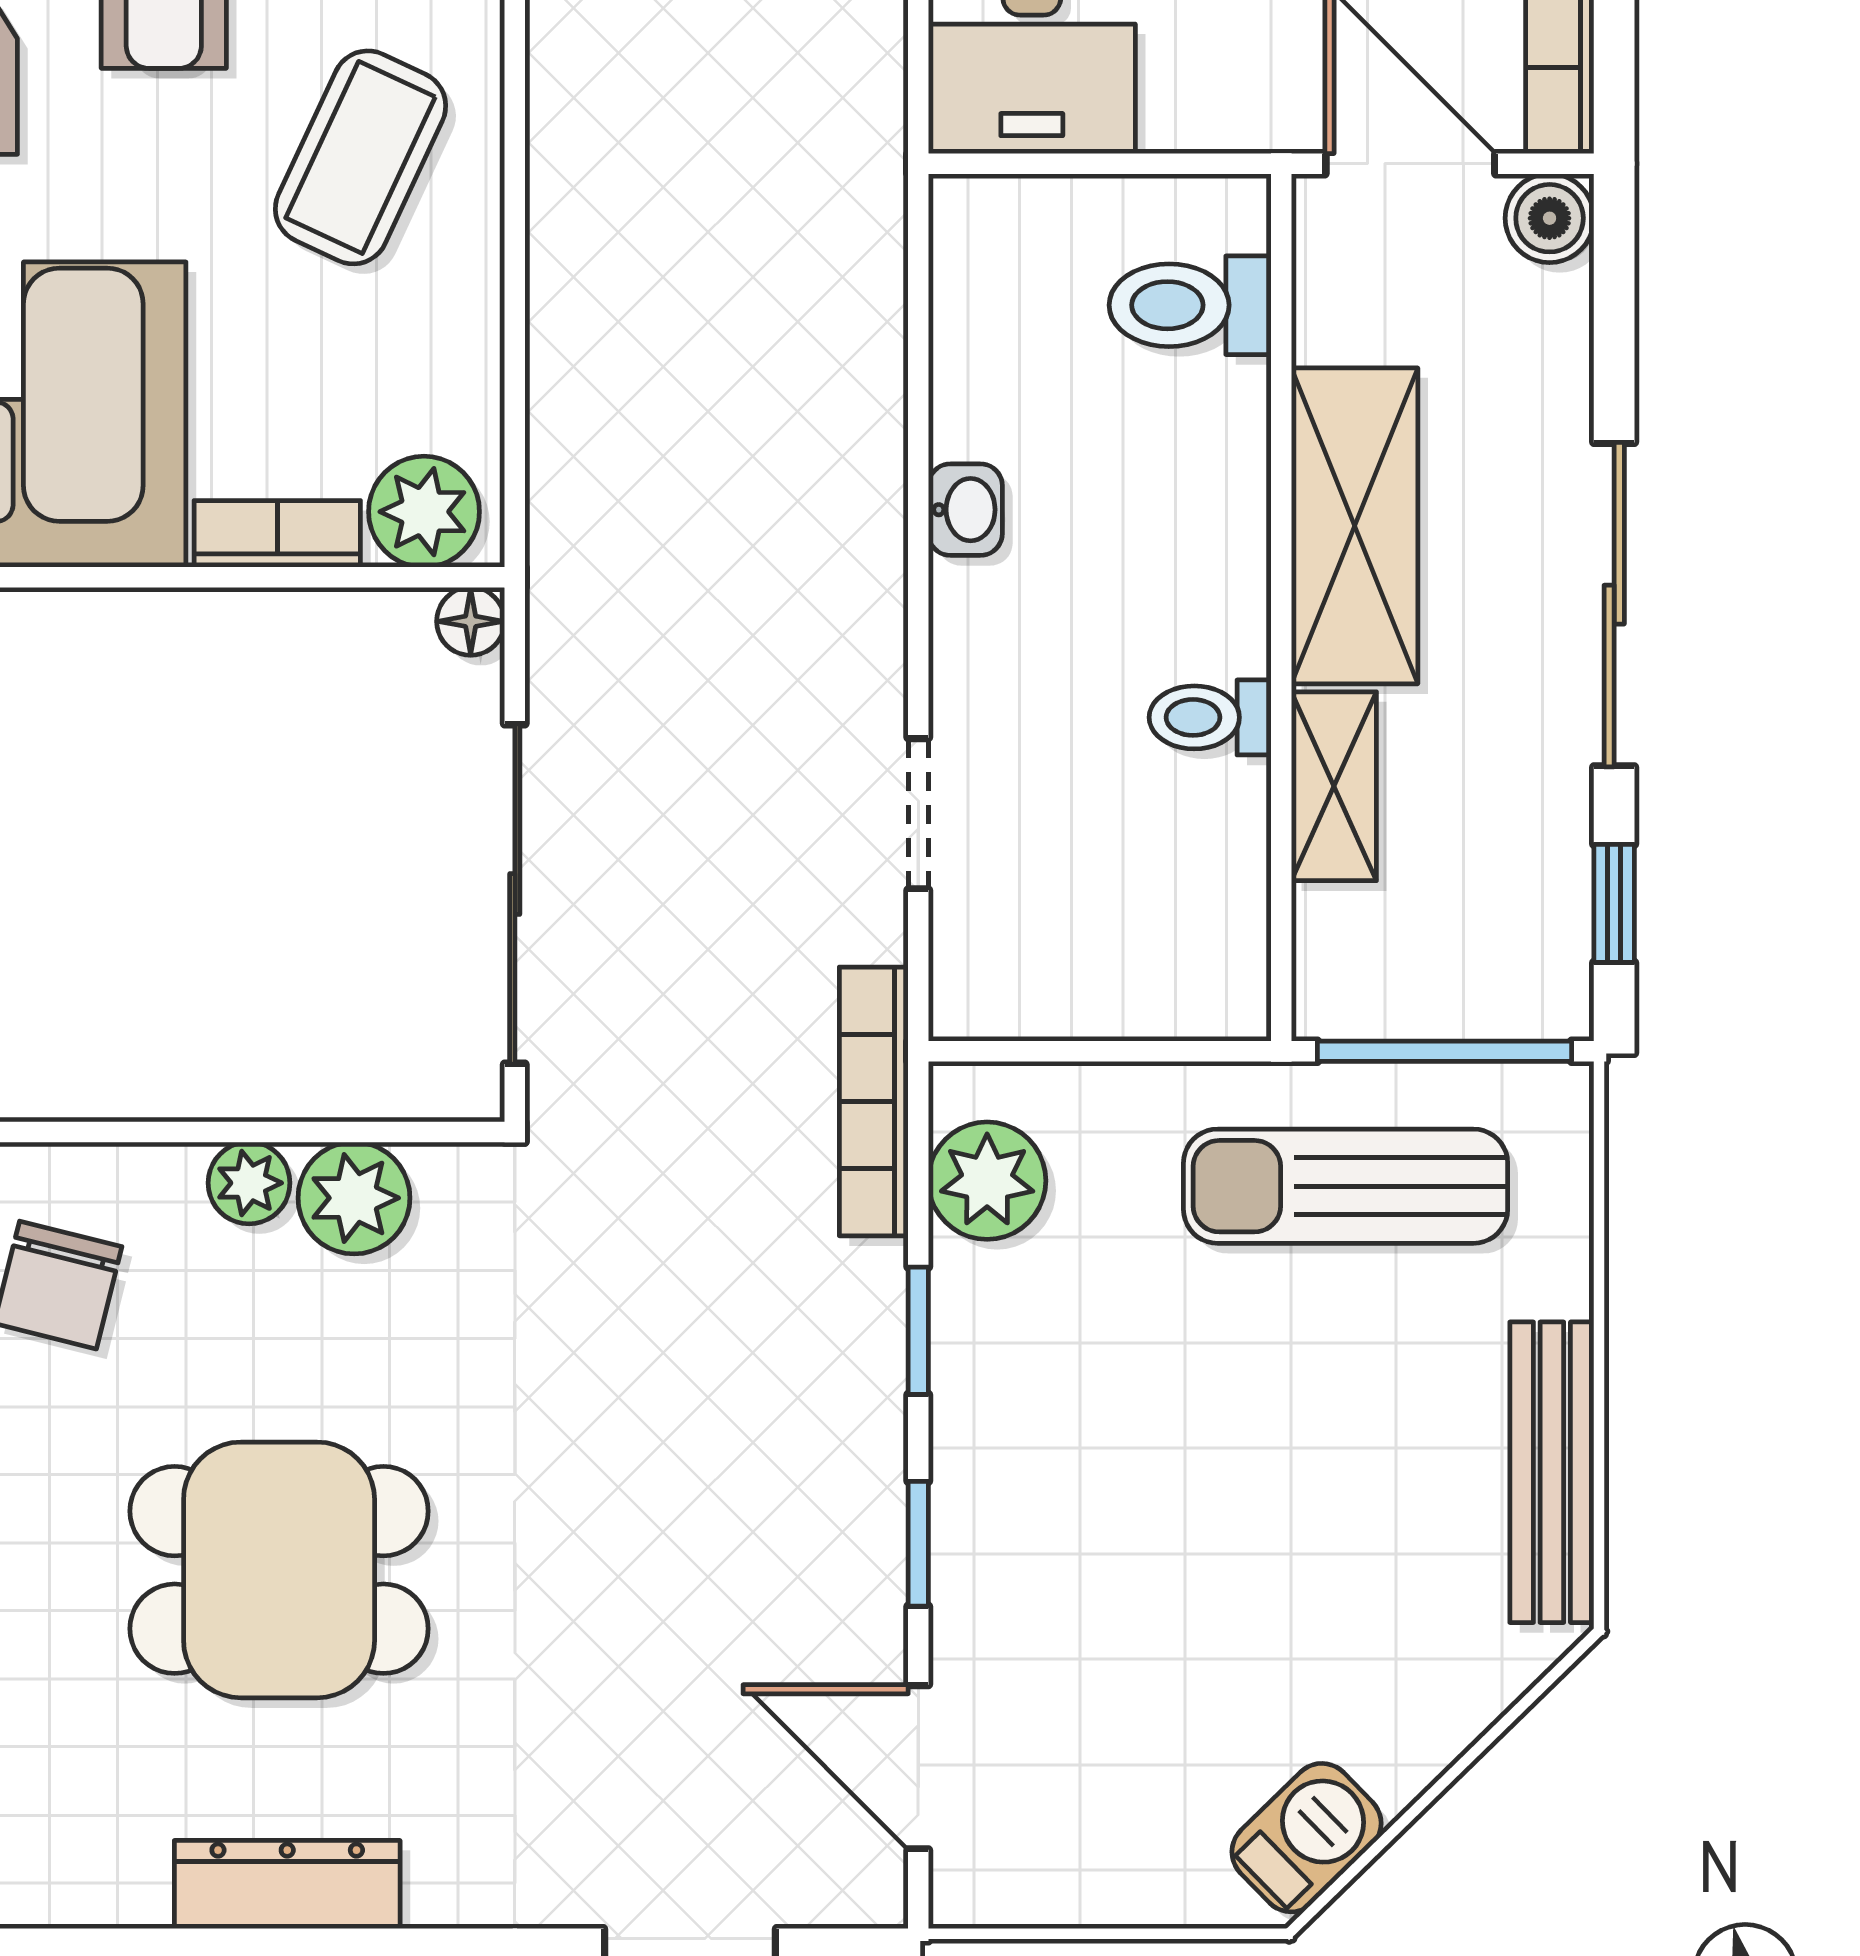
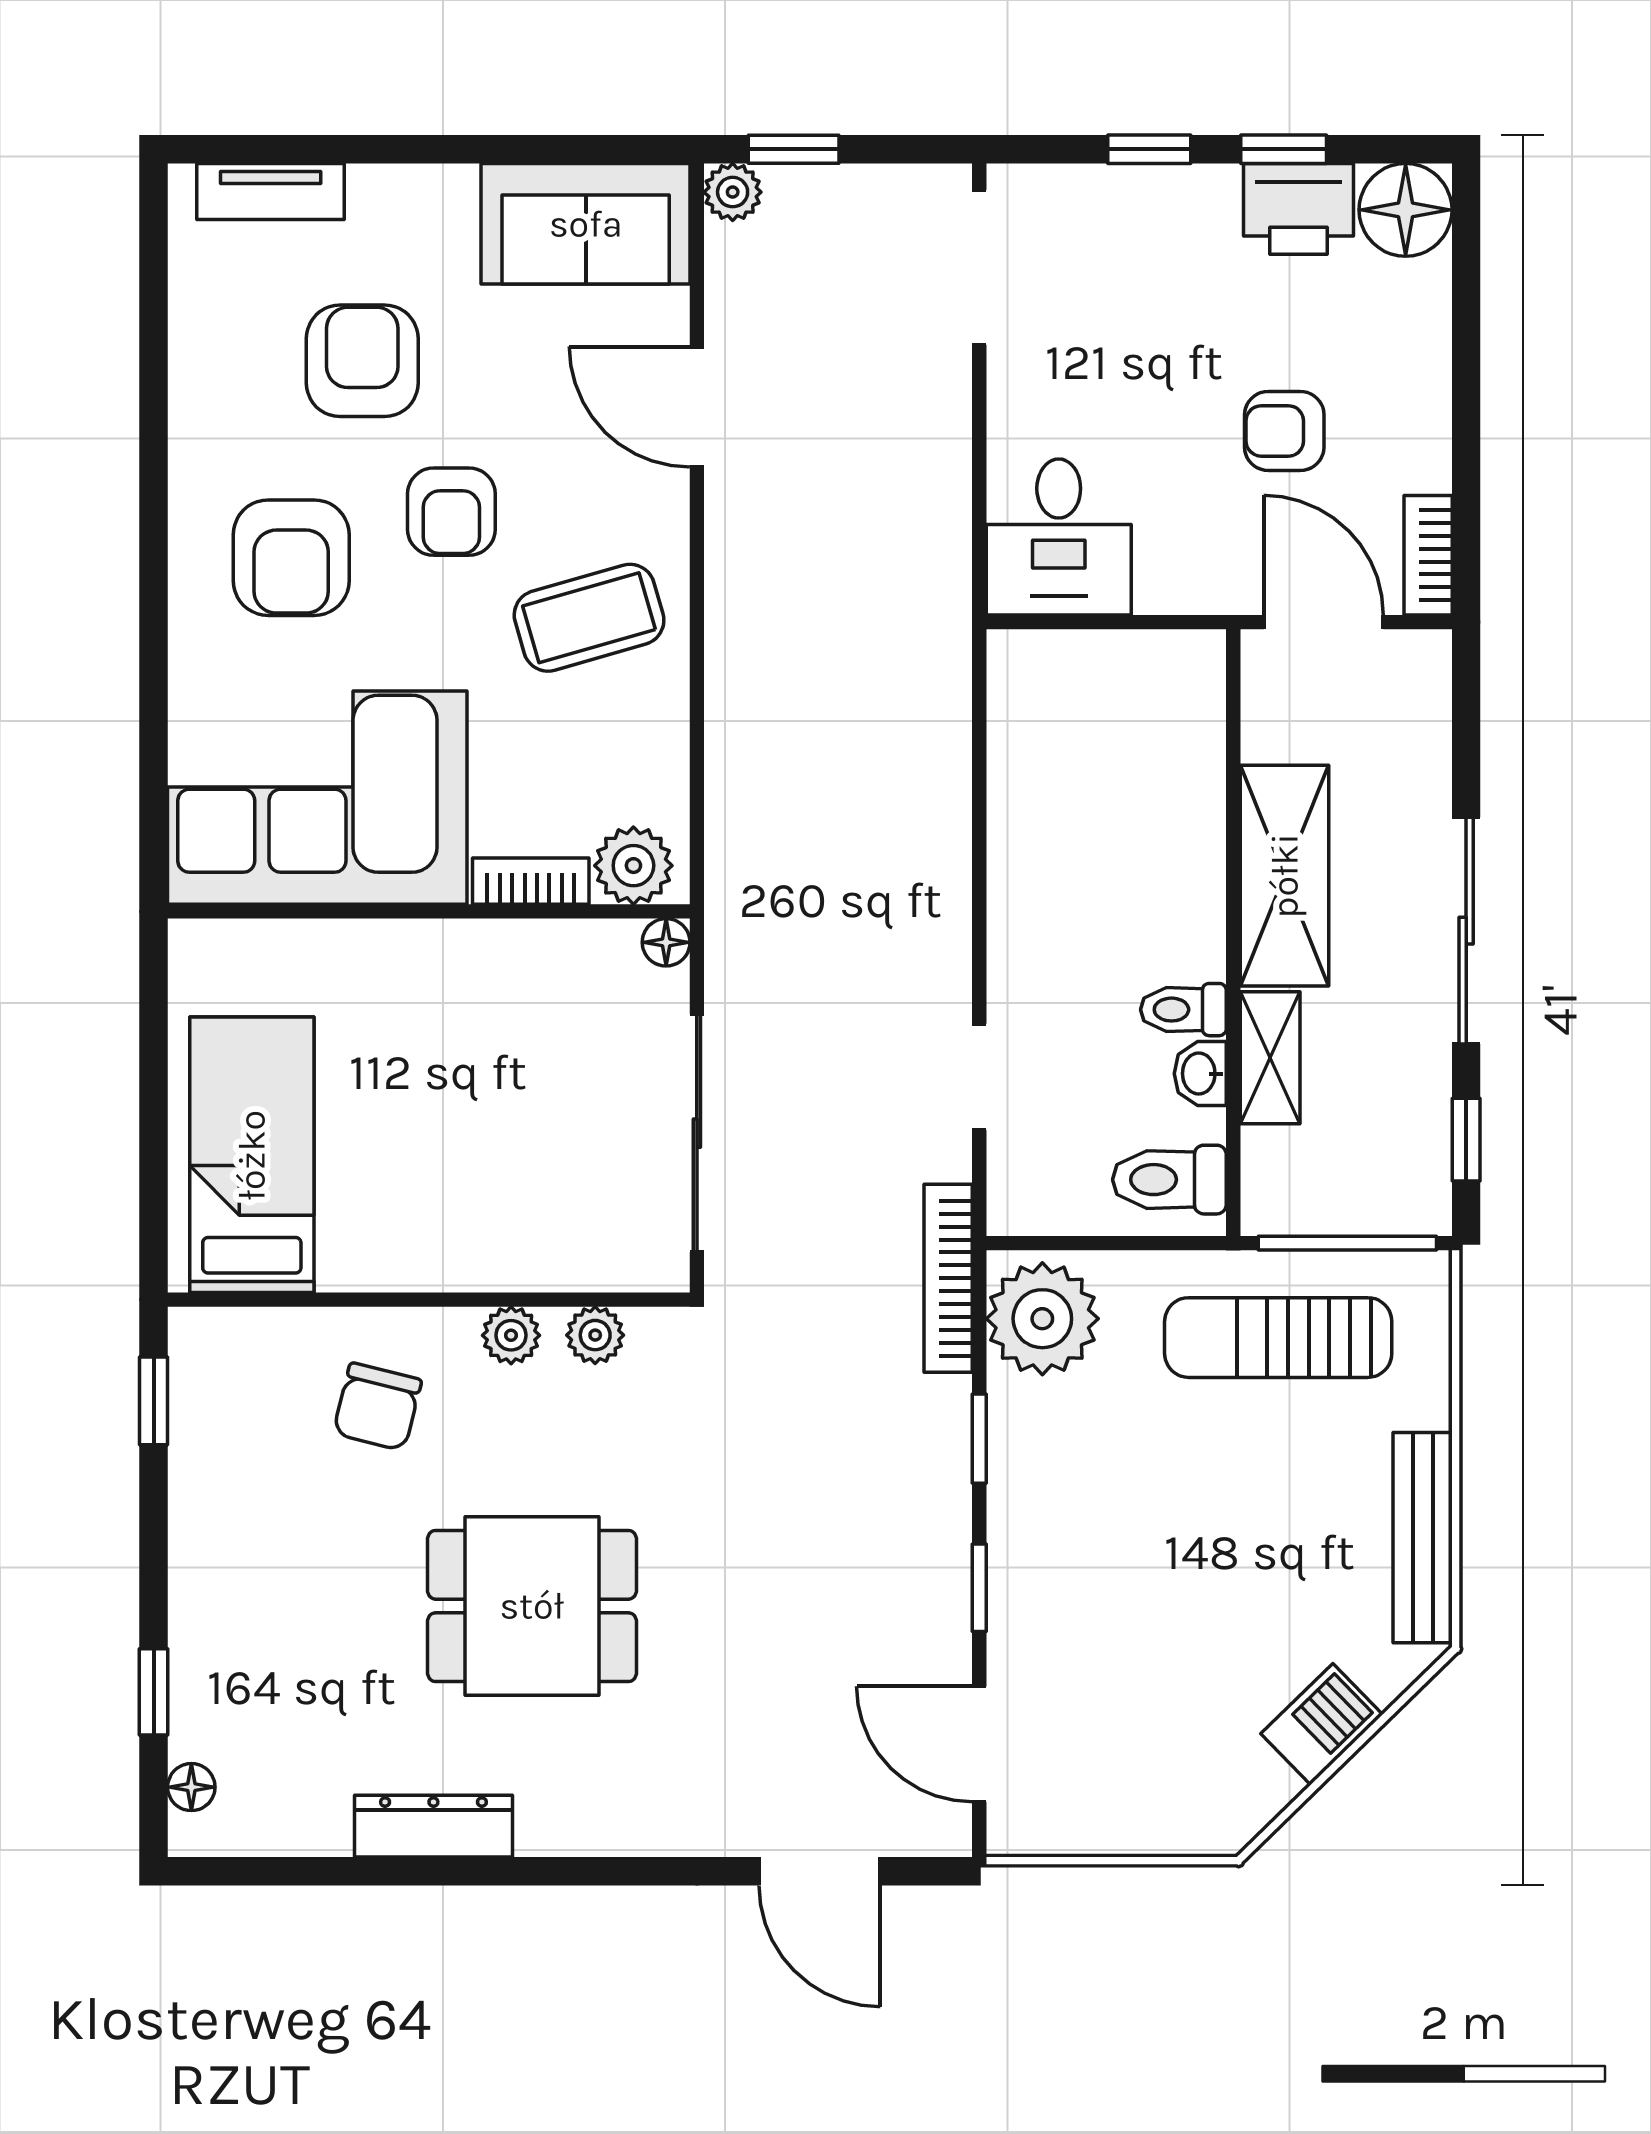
coffee table: (361, 157) -> (589, 618), turned 49
boiler: (1550, 218) -> (1421, 660), removed
toilet: (1190, 305) -> (1169, 1180), moved
washbasin: (965, 510) -> (1200, 1074), moved, turned 180
plant: (987, 1181) -> (1042, 1319), width x1.36, depth x1.36
plant: (354, 1198) -> (595, 1335), width x0.73, depth x0.73
barbecue: (1307, 1838) -> (1322, 1724), moved
dresser: (287, 1885) -> (433, 1826), moved

